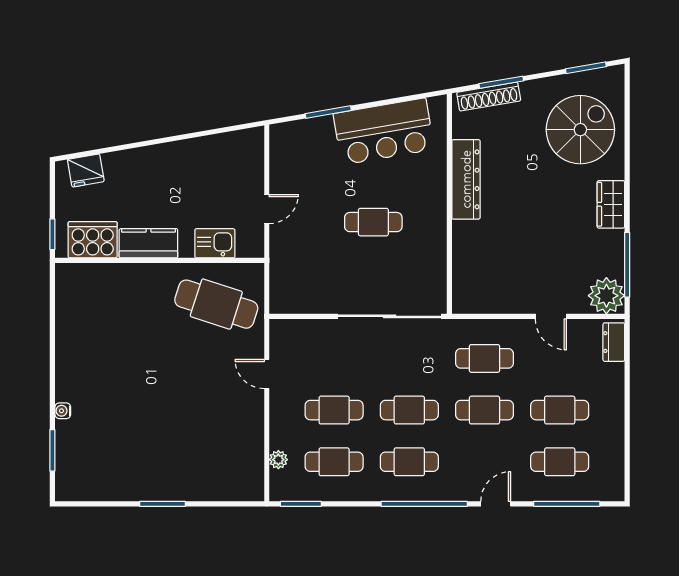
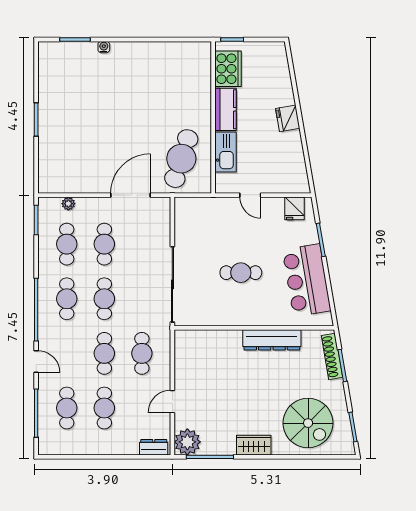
fridge: (285, 148) -> (295, 208), added
fridge: (86, 170) -> (288, 118), moved
cafe table: (373, 222) -> (241, 273), turned 90
kitchen sink: (215, 243) -> (225, 152), width x1.38
door: (267, 374) -> (131, 195), width x1.87

